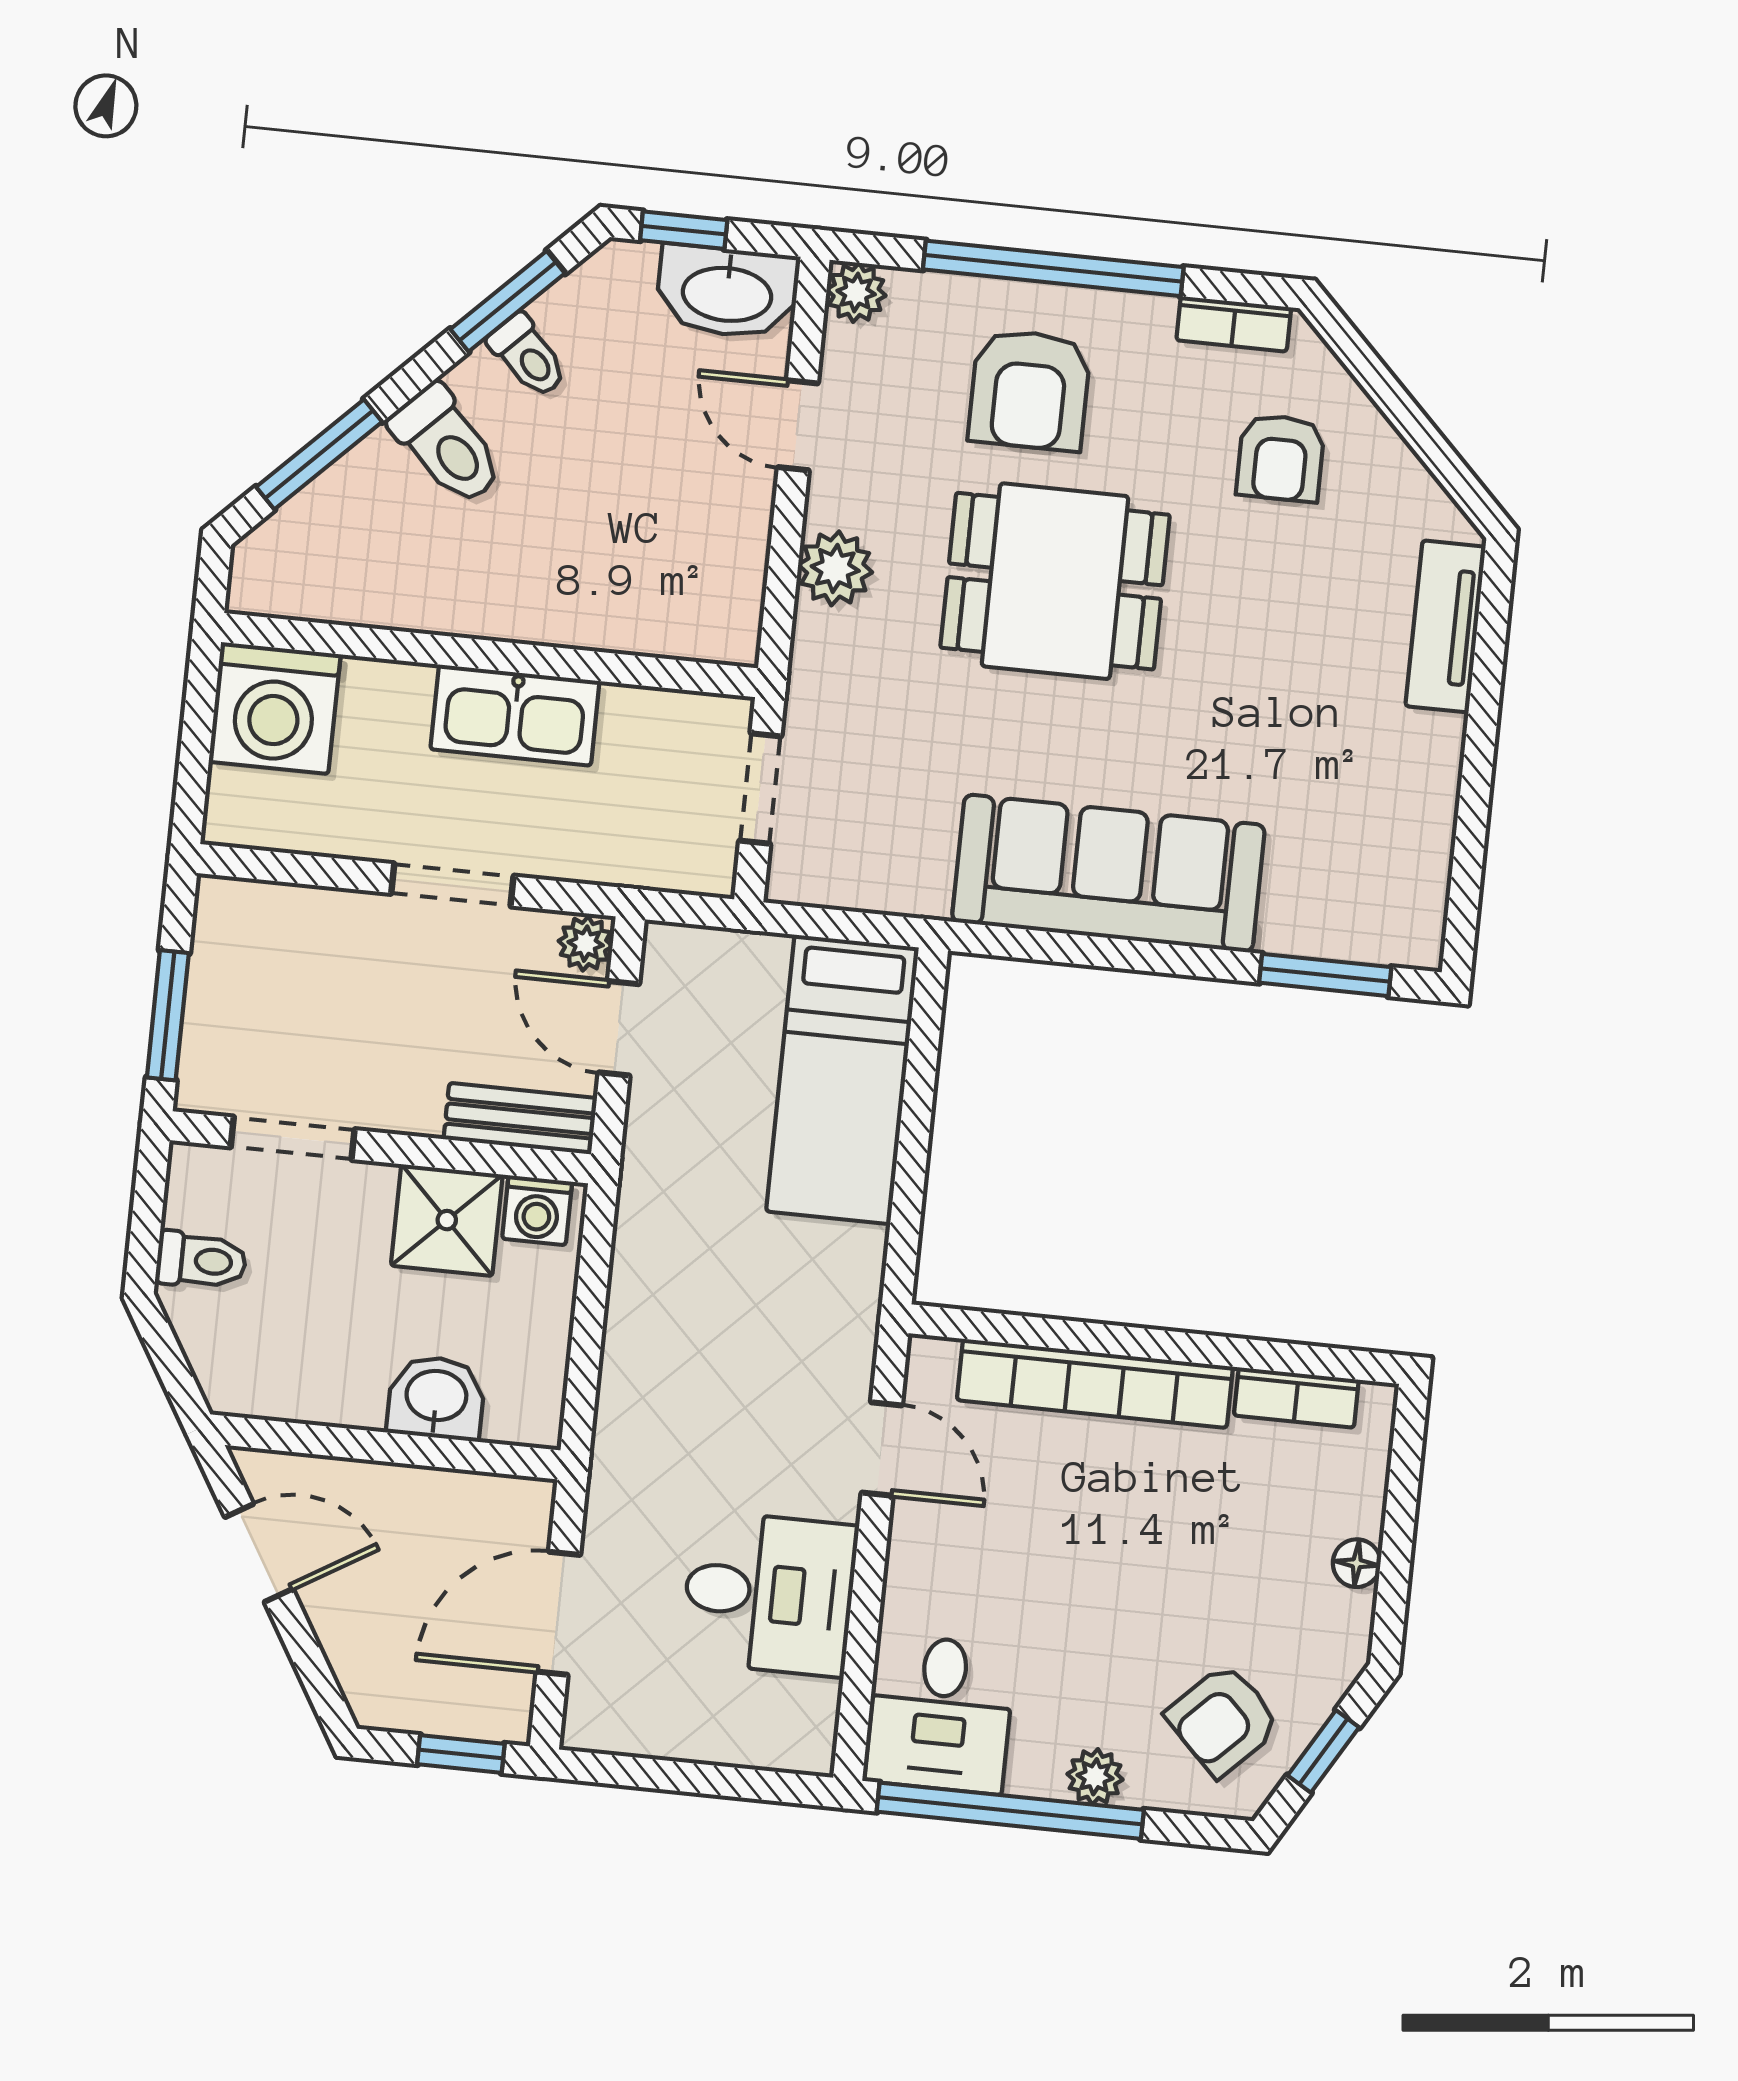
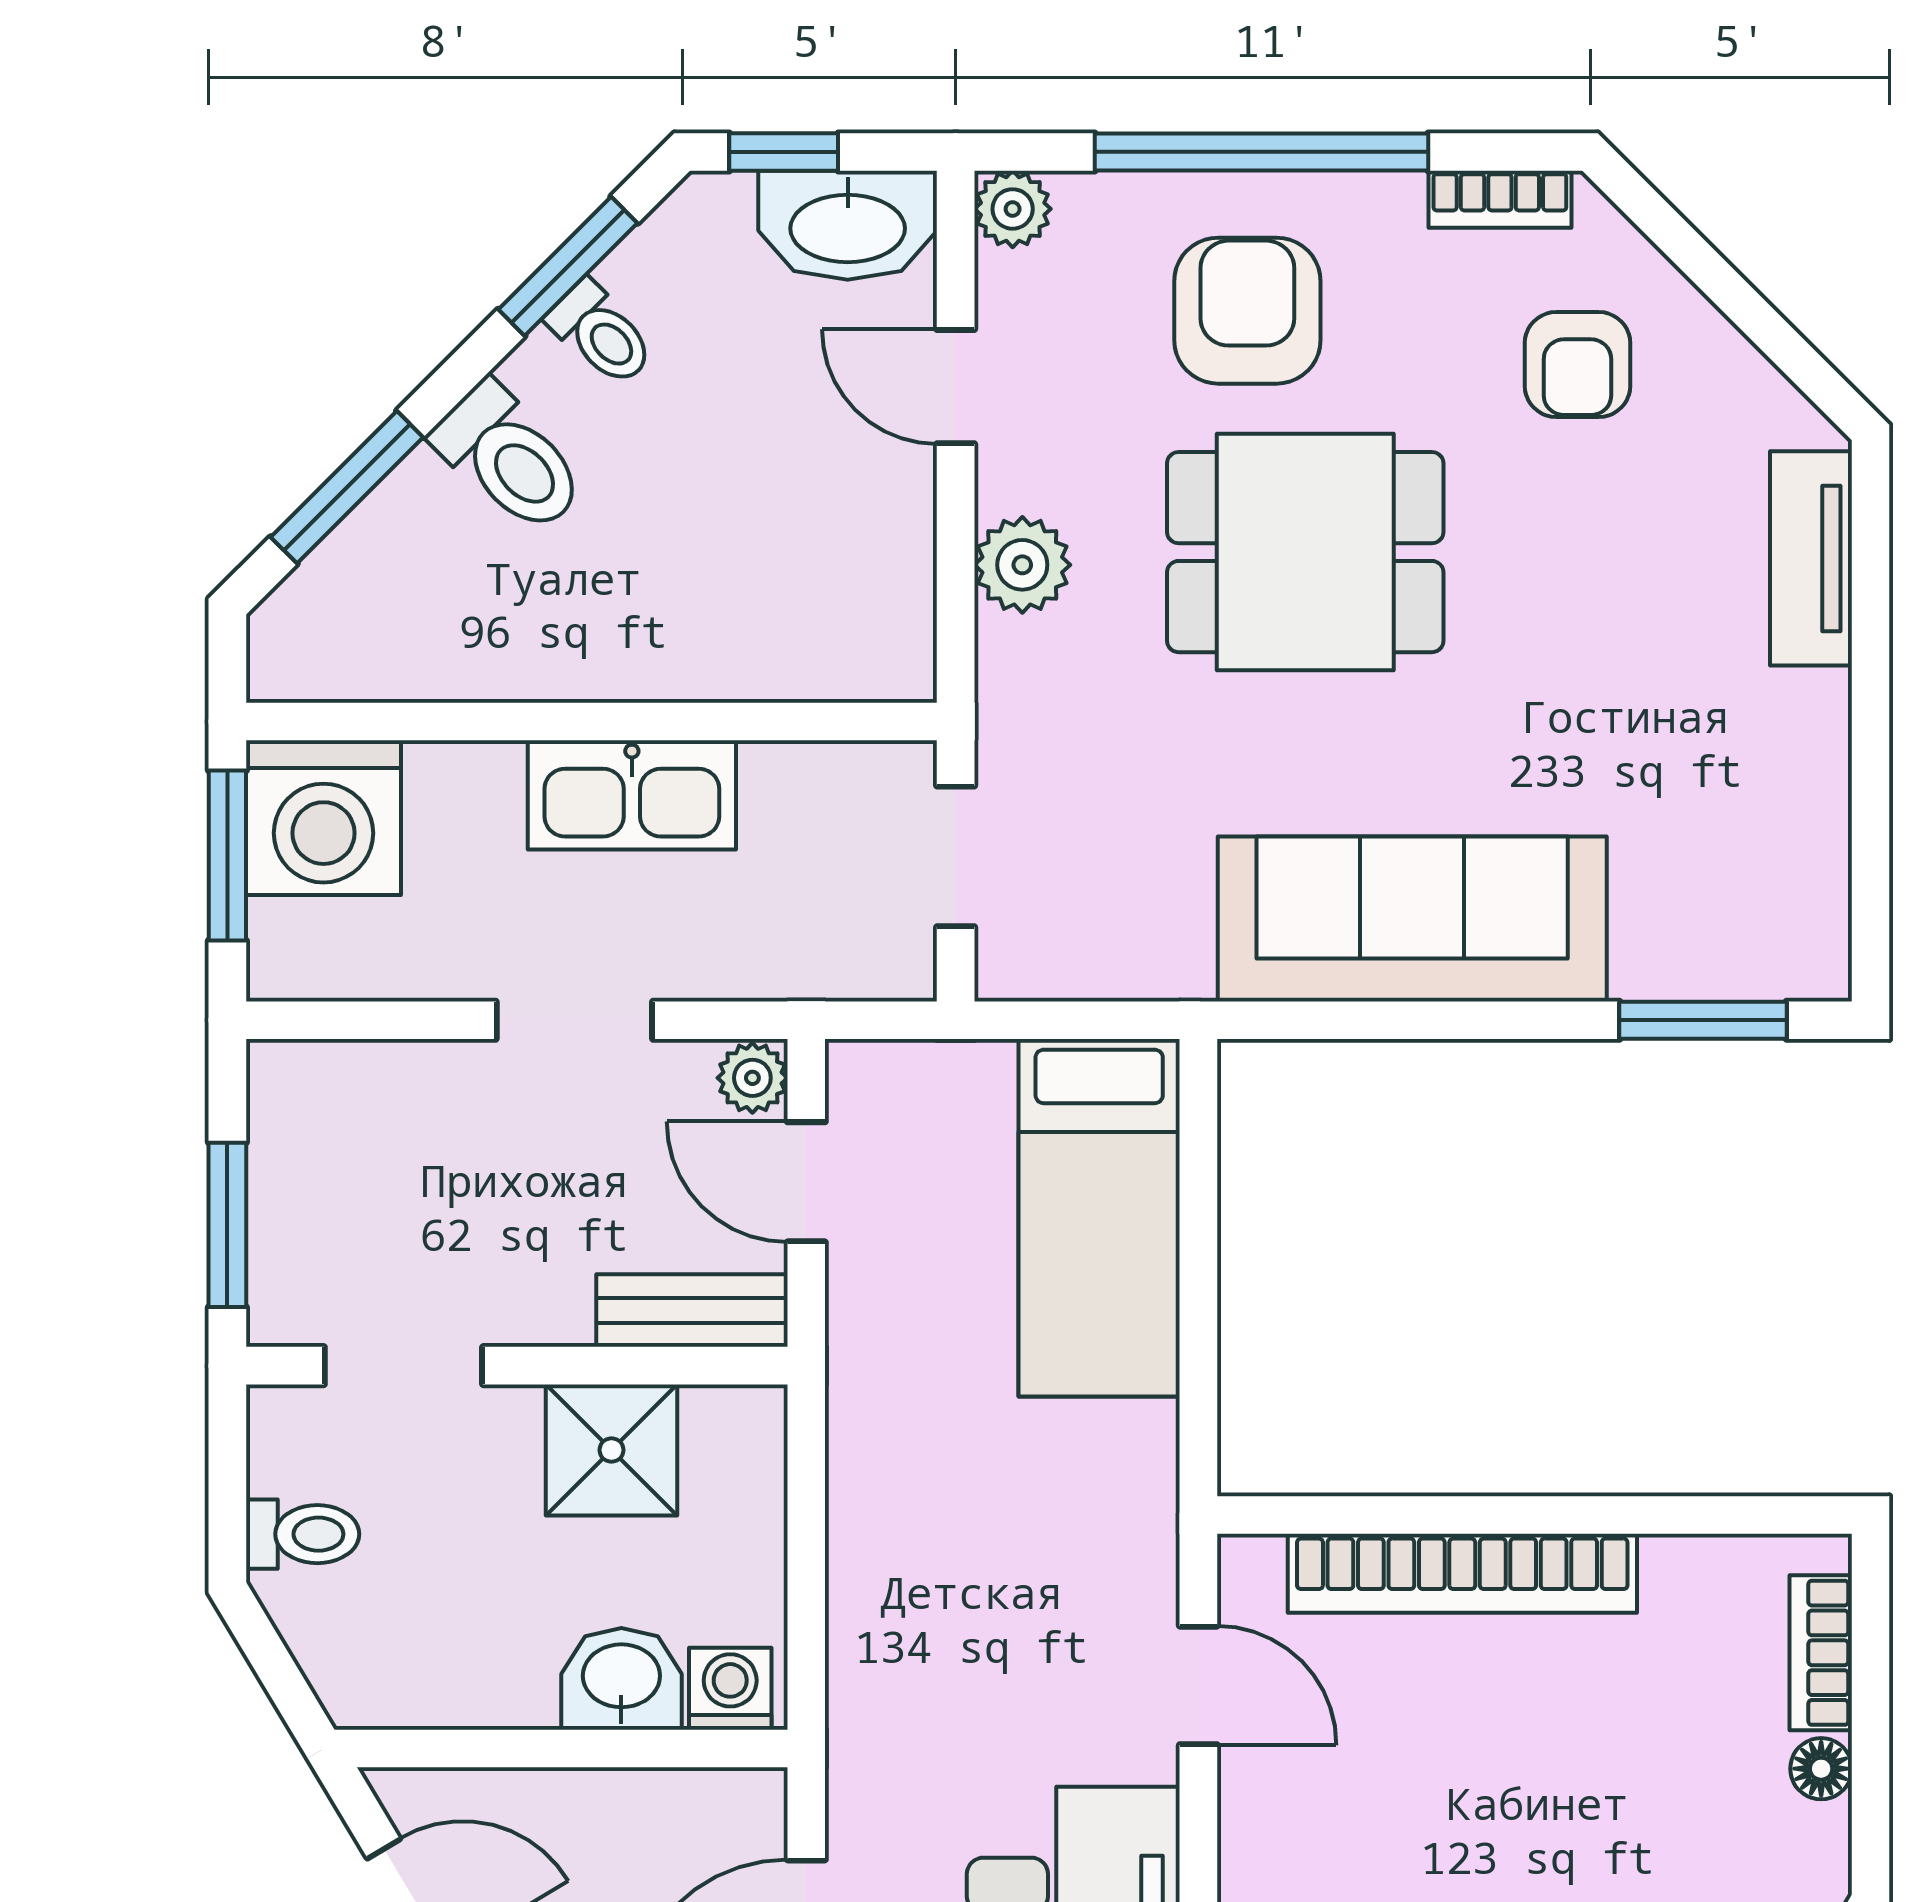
armchair: (1030, 390) -> (1247, 311), turned 180
window: (197, 730) -> (227, 856), added
washing machine: (537, 1210) -> (730, 1689), moved, turned 180
bookcase: (1296, 1398) -> (1821, 1653), moved, turned 90

